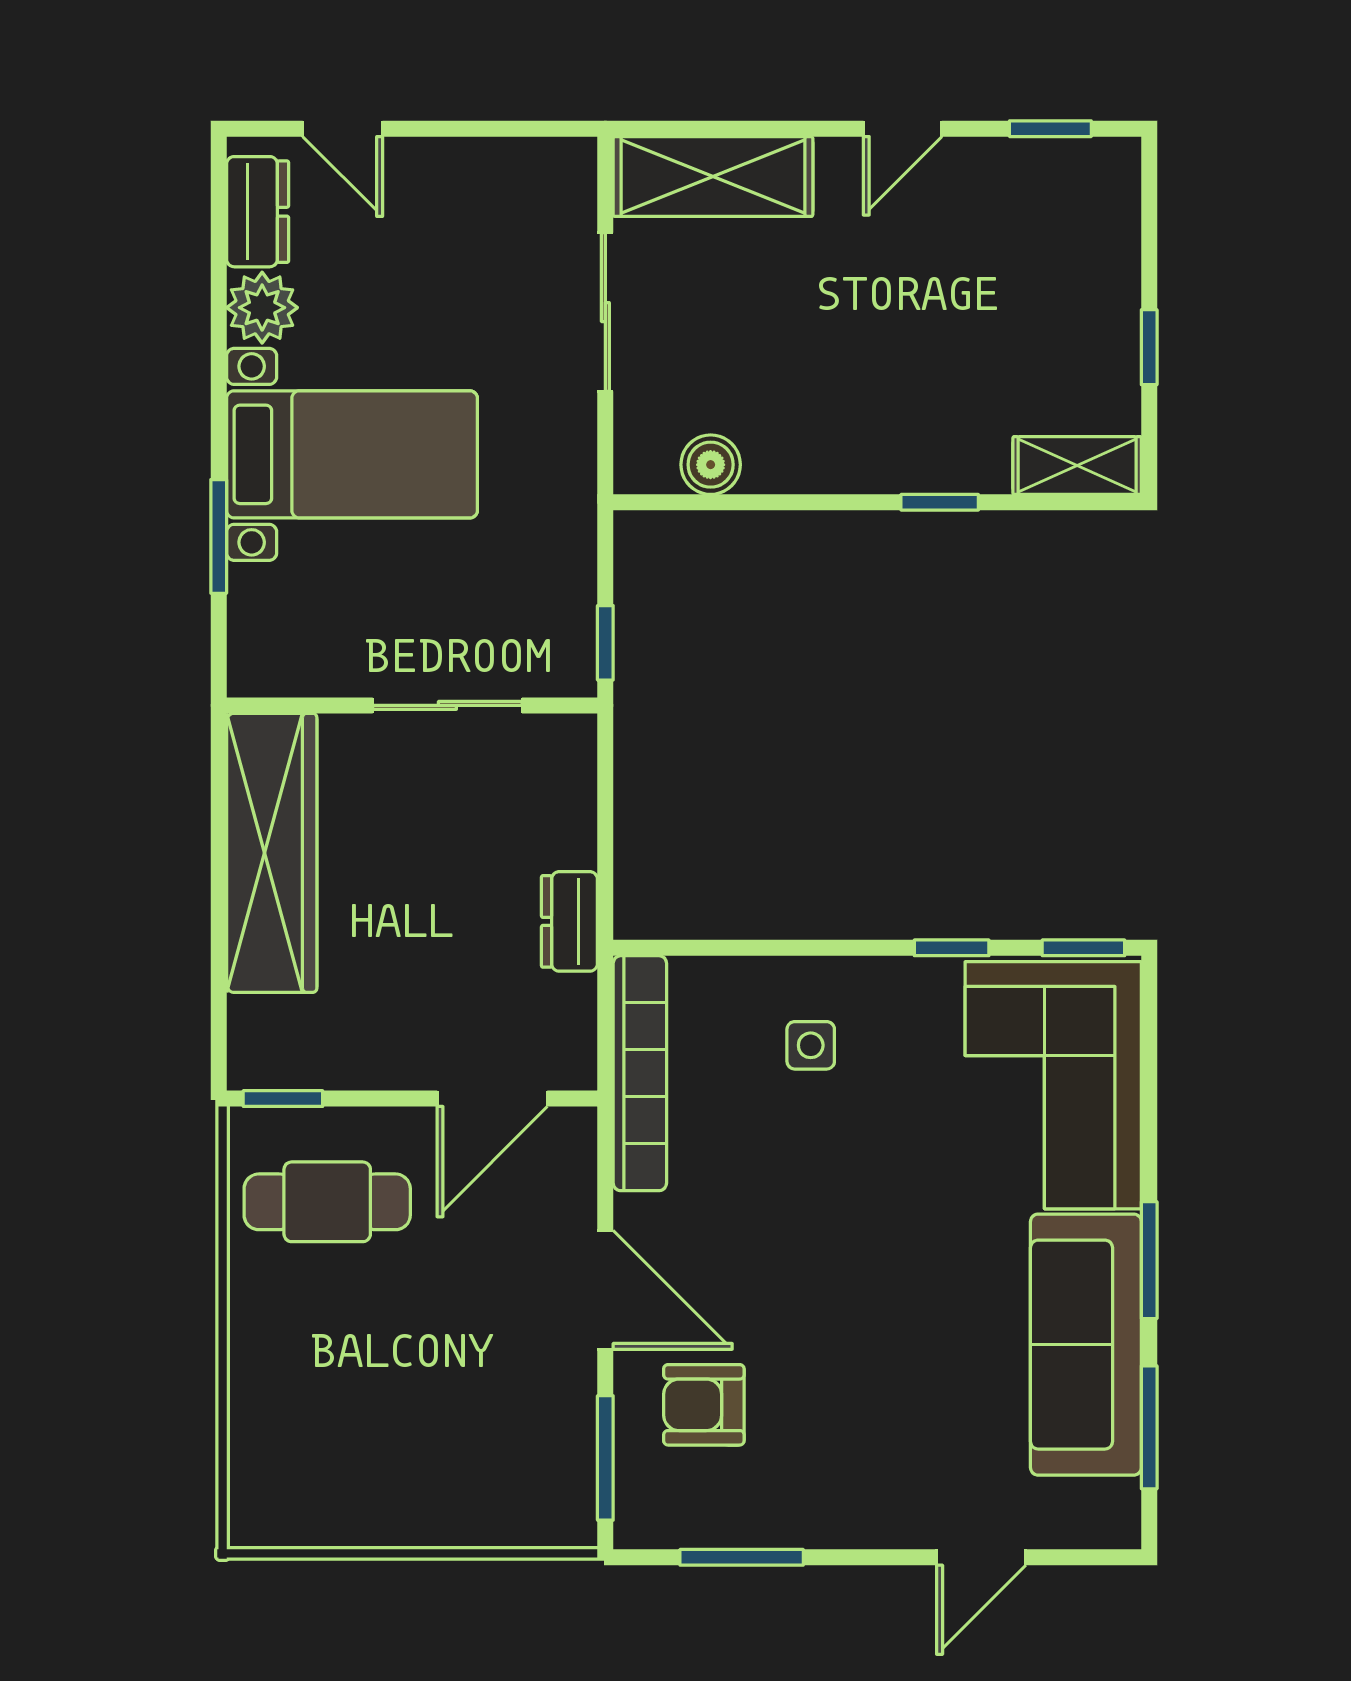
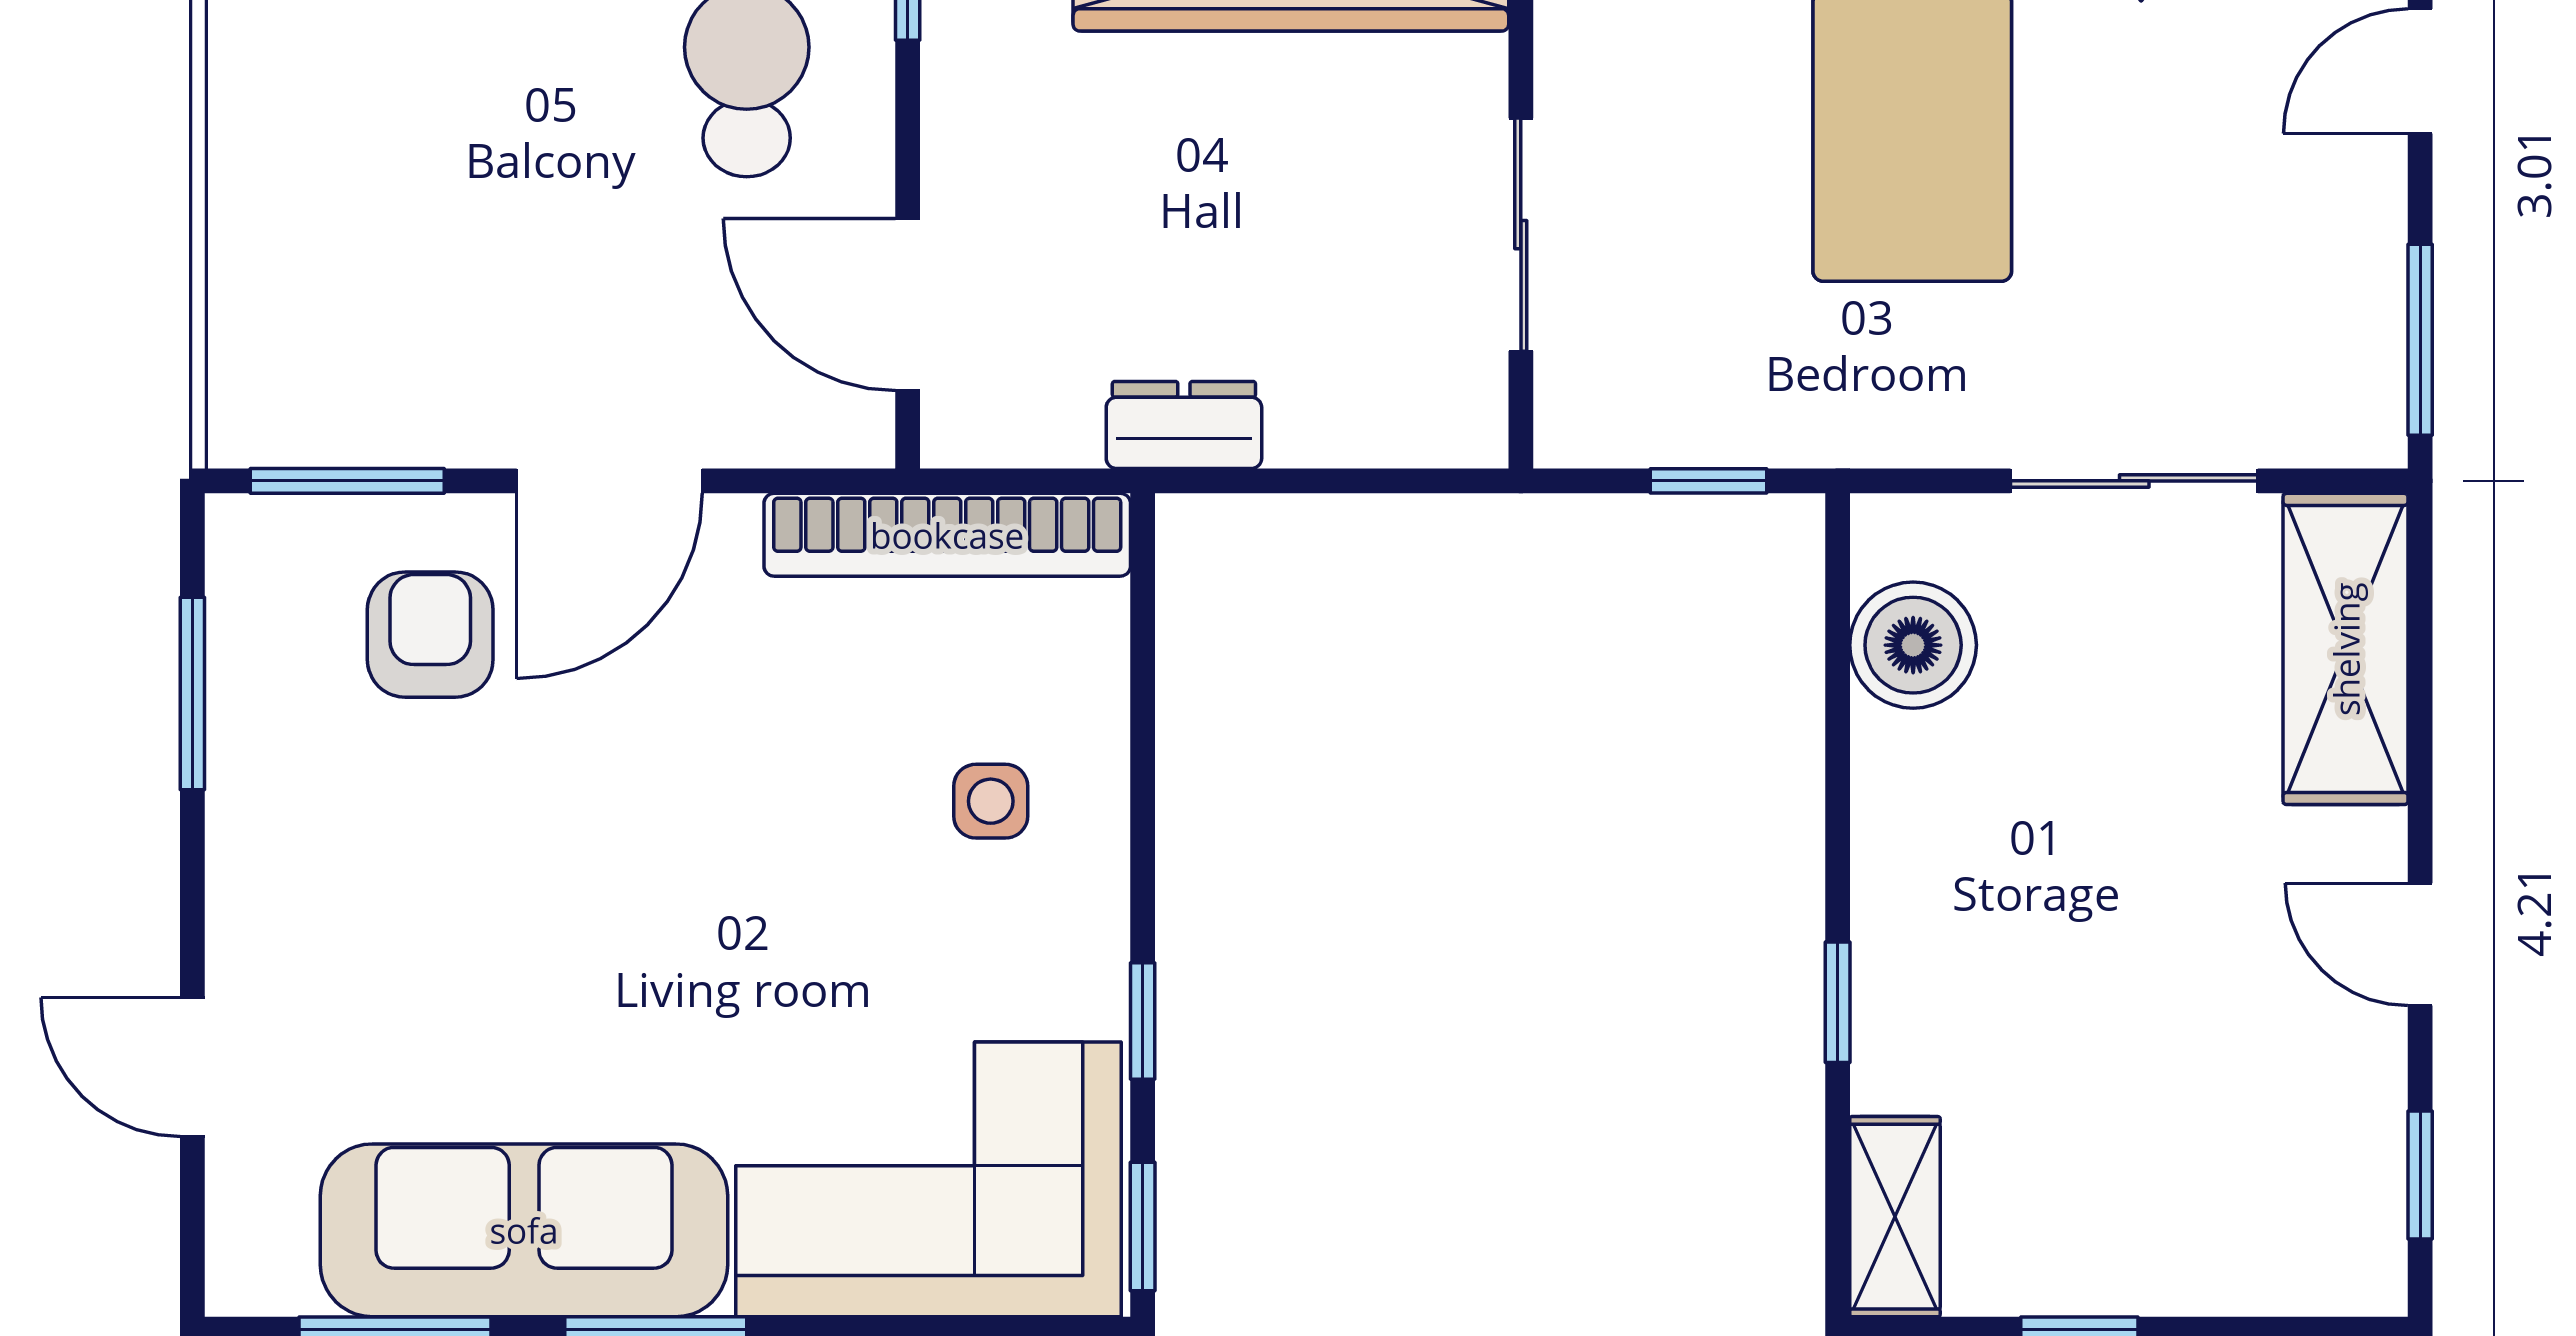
window: (515, 129) -> (2420, 340), added
boiler: (711, 465) -> (1913, 645), width x1.36, depth x1.36
window: (605, 643) -> (1709, 481), moved

